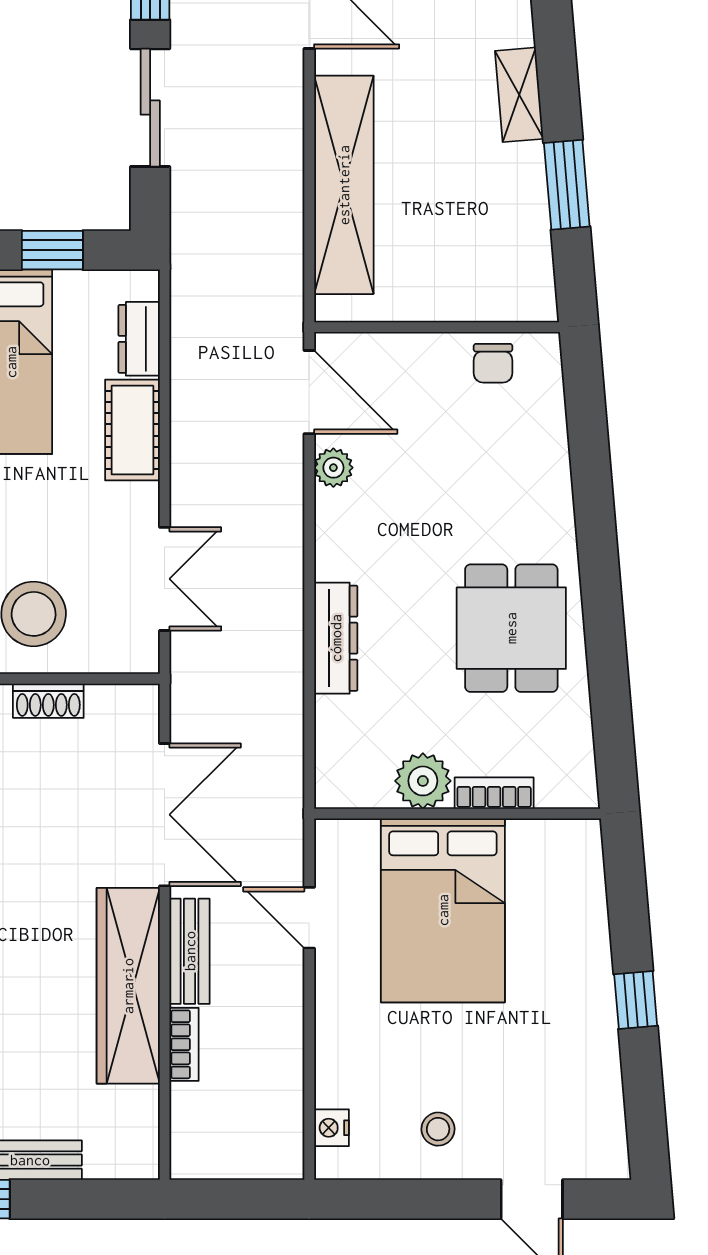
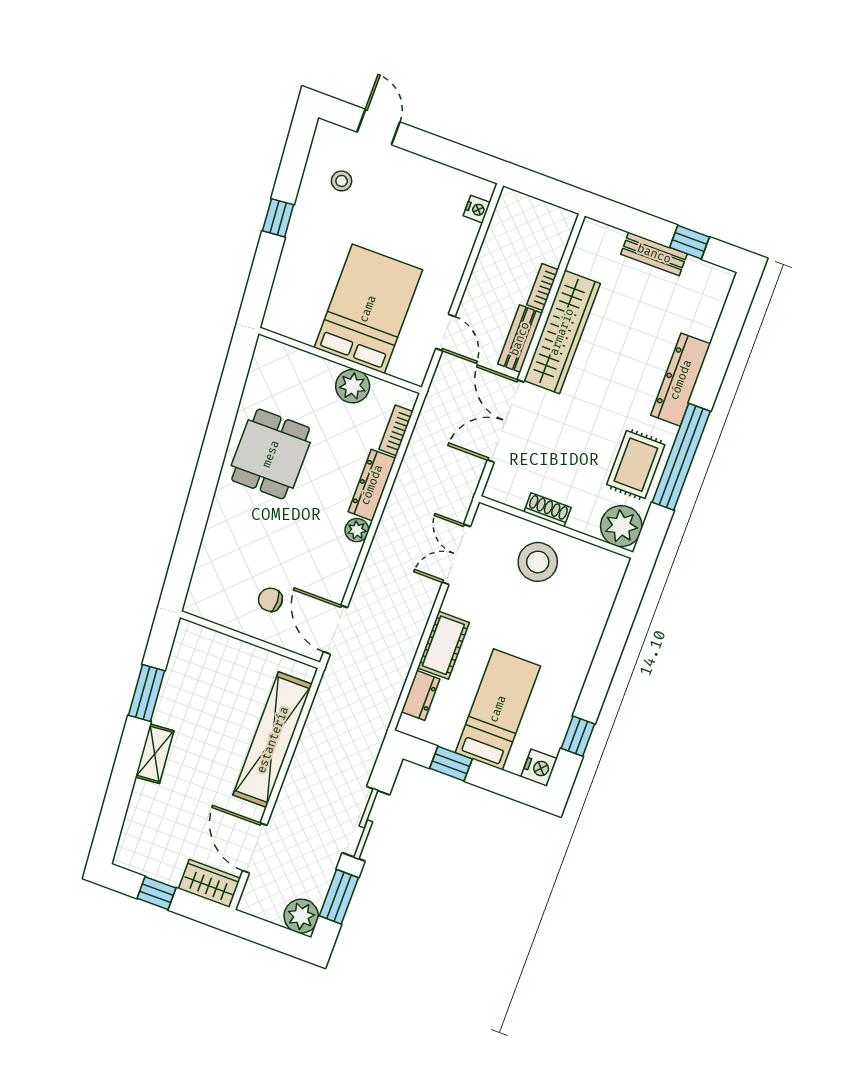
chair: (493, 363) -> (270, 600), moved, turned -91
plant: (333, 468) -> (357, 530), moved
bookcase: (494, 793) -> (396, 430), moved, turned 90
stool: (438, 1129) -> (342, 181), moved

